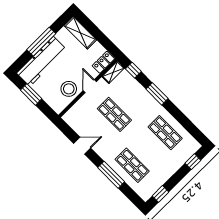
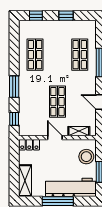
shelving: (113, 72) -> (79, 131), moved
door: (90, 86) -> (55, 138), swing flipped
stool: (69, 89) -> (86, 157), moved
window: (161, 194) -> (66, 16), moved

